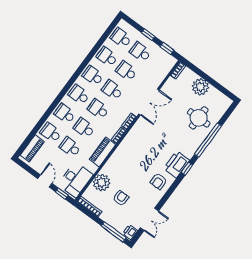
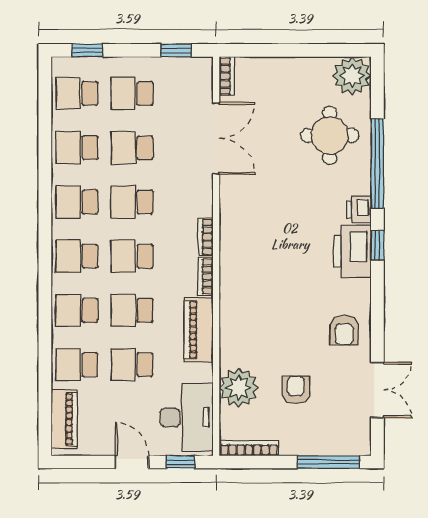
window: (148, 35) -> (87, 50), moved
plant: (200, 87) -> (352, 76), moved
double door: (149, 102) -> (216, 138), moved
armchair: (159, 181) -> (344, 330), moved
printer: (130, 232) -> (359, 210), moved

